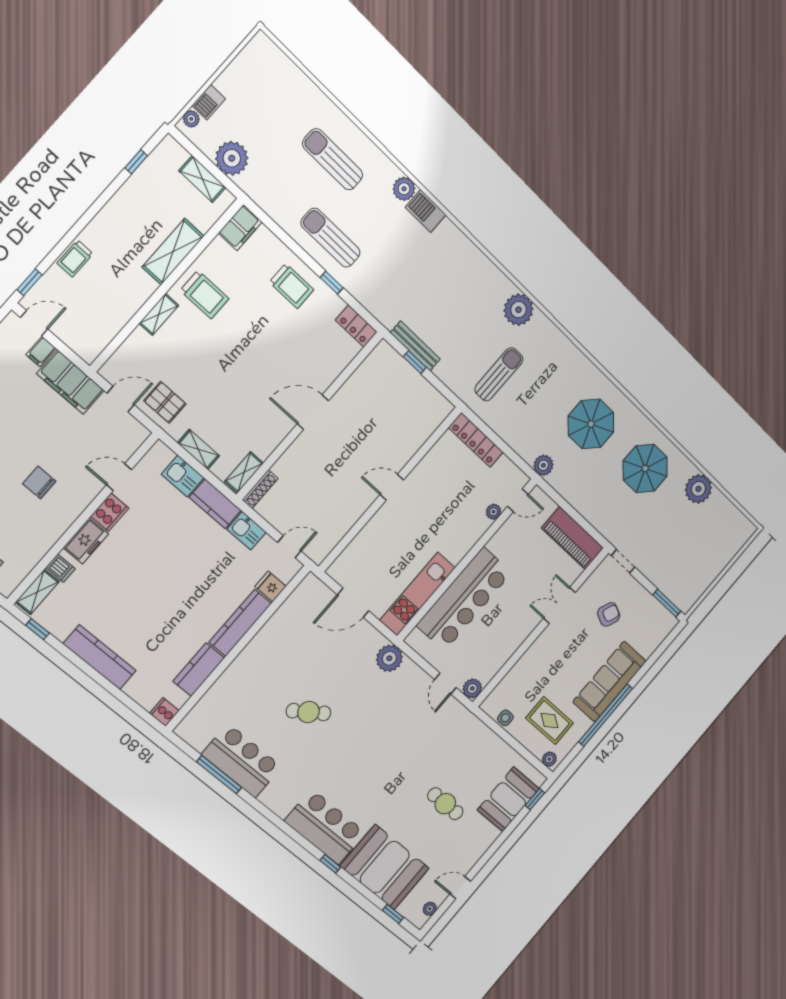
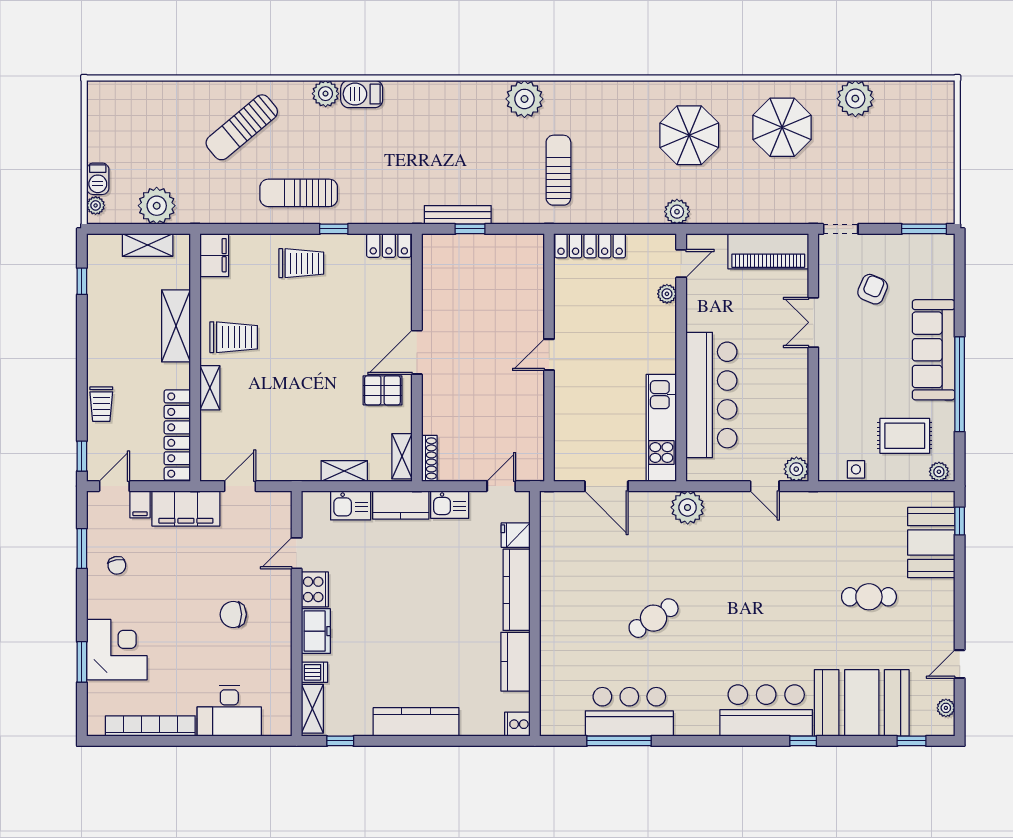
sun lounger: (333, 159) -> (242, 127), turned -40
locker: (109, 327) -> (177, 435), added
pallet: (165, 402) -> (382, 390), moved
door: (353, 603) -> (606, 486), hinge flipped

